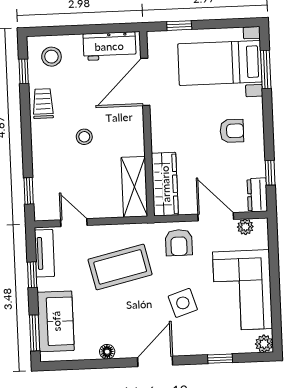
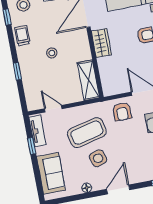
wardrobe: (165, 184) -> (101, 43), moved, width x0.67
window: (29, 191) -> (17, 71), moved
side table: (183, 303) -> (98, 158), moved
window: (35, 333) -> (39, 183), removed

